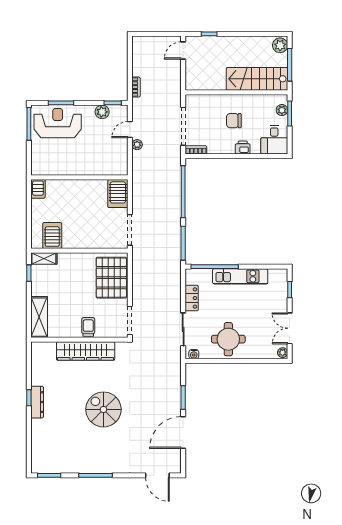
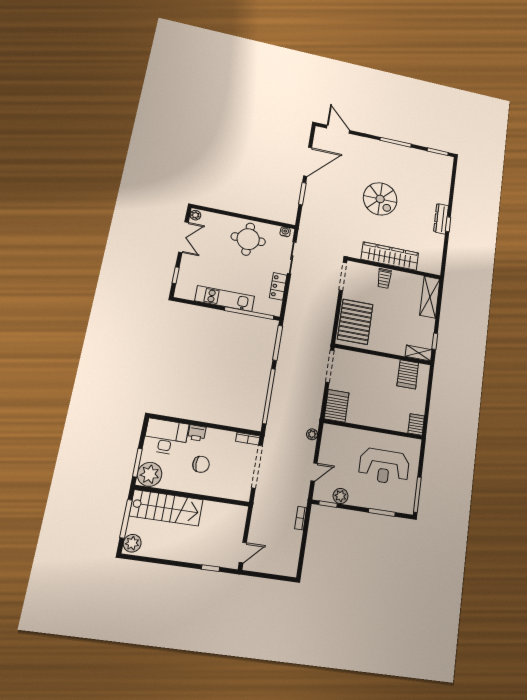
plant: (282, 110) -> (150, 474), width x1.87, depth x1.87
reception desk: (58, 123) -> (384, 466), moved
desk: (274, 140) -> (166, 437), width x1.37
plant: (137, 145) -> (312, 434), moved

